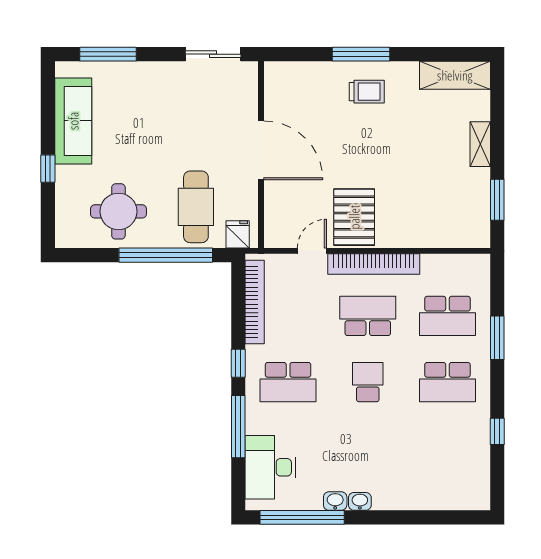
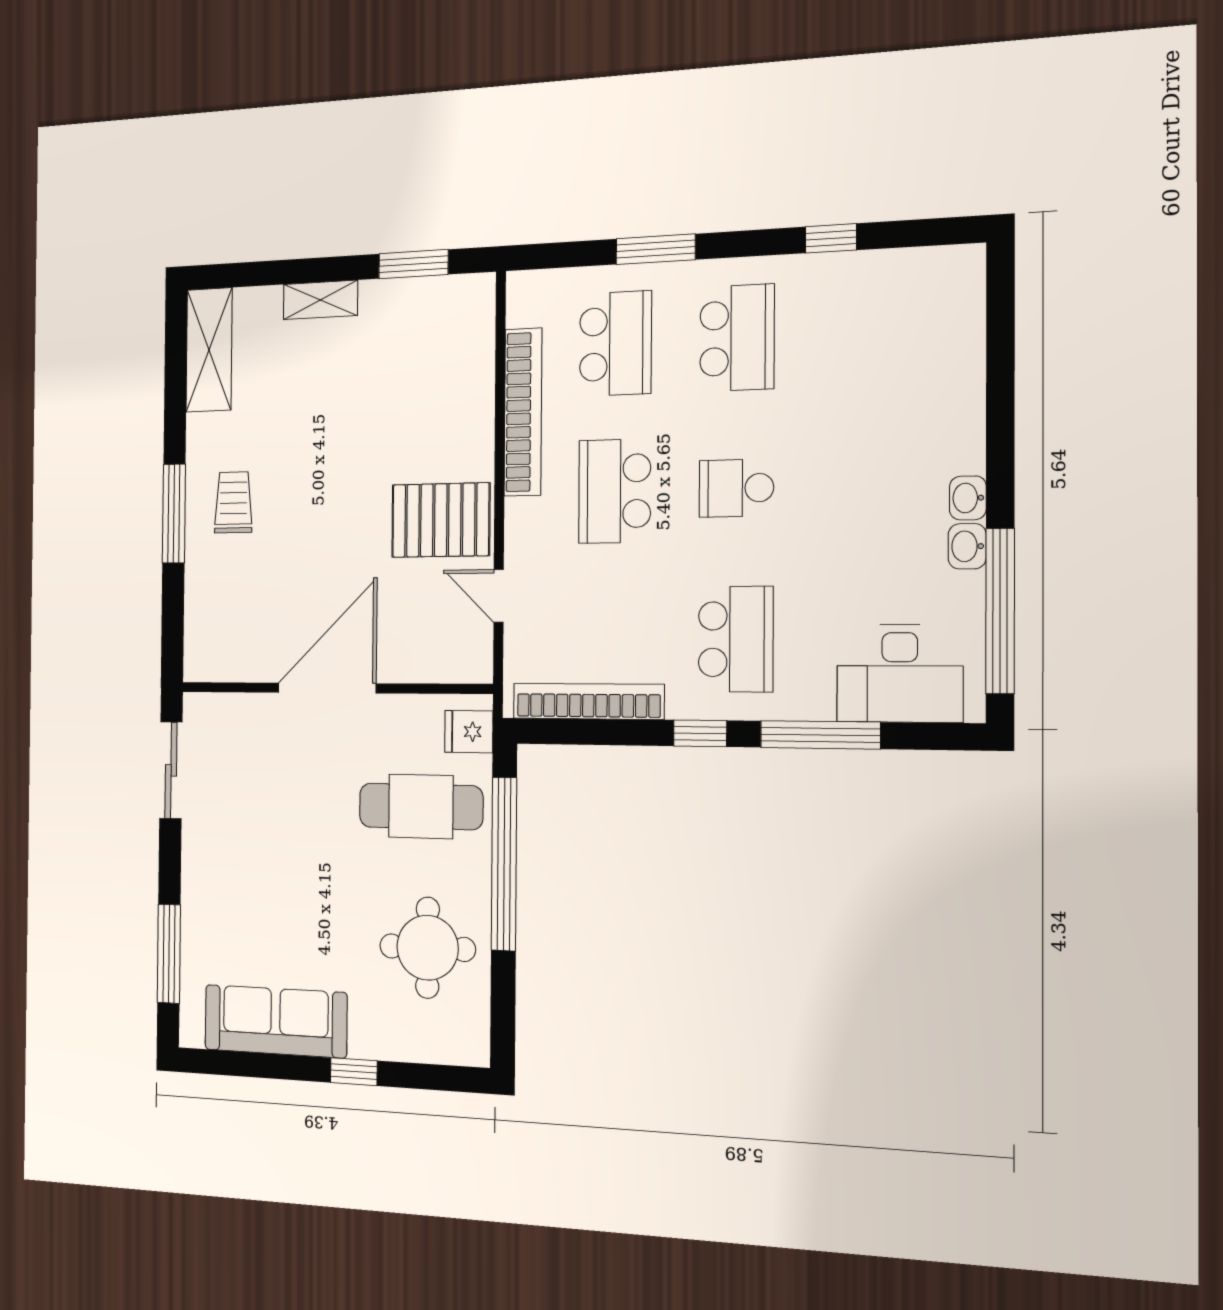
bookcase: (374, 264) -> (523, 412), moved

